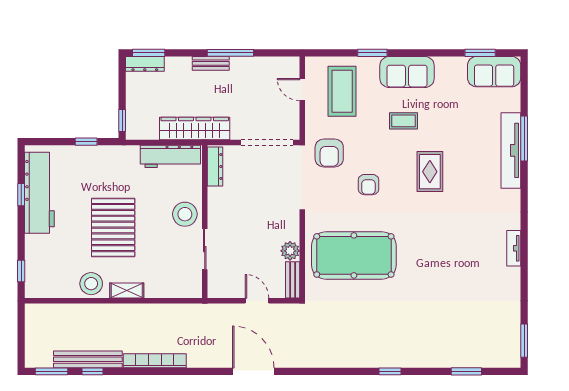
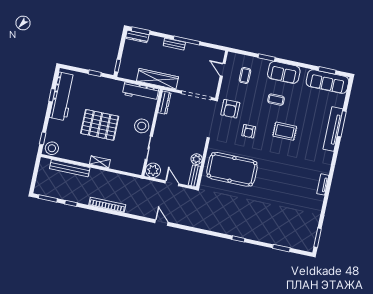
sofa: (494, 72) -> (327, 82), width x1.36
coffee table: (342, 91) -> (245, 75), width x0.54, depth x0.58
rug: (430, 172) -> (285, 131), turned 90
pallet: (113, 228) -> (100, 125), turned 90
stool: (91, 284) -> (52, 148), moved
plant: (220, 286) -> (153, 170), added
bench: (88, 359) -> (70, 168), moved
door: (253, 371) -> (161, 223), width x0.53

